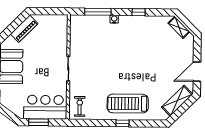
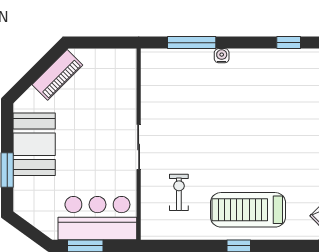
window: (139, 12) -> (289, 43), moved
exercise bike: (80, 106) -> (179, 192), moved

